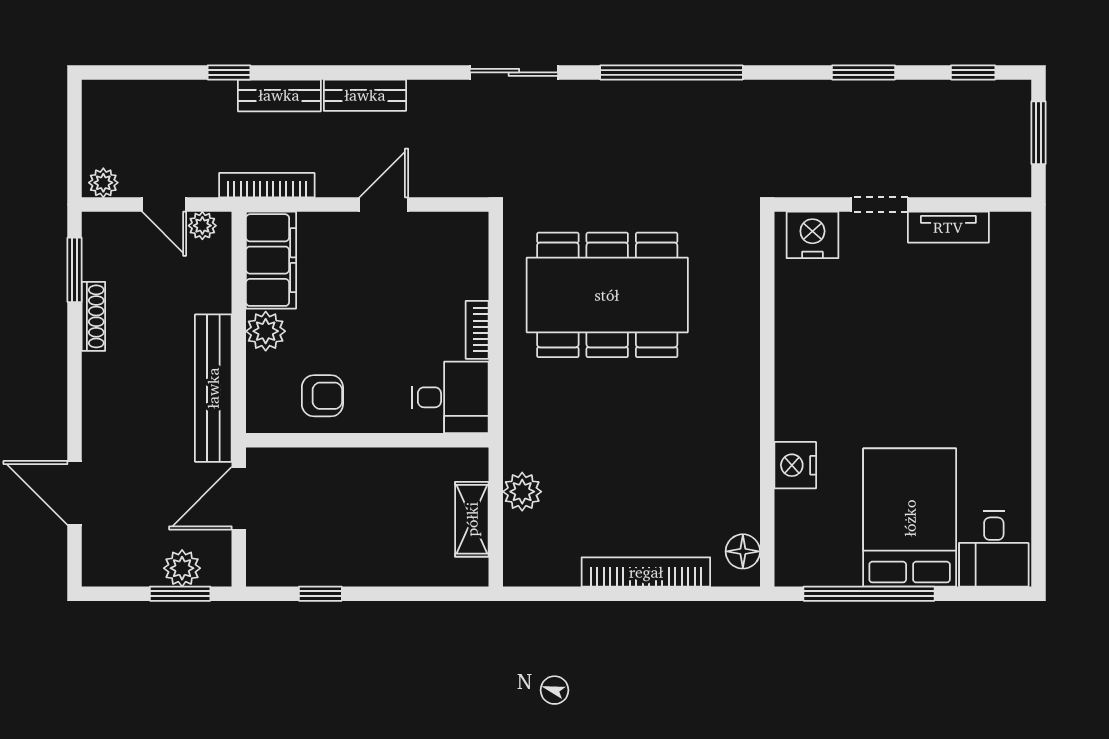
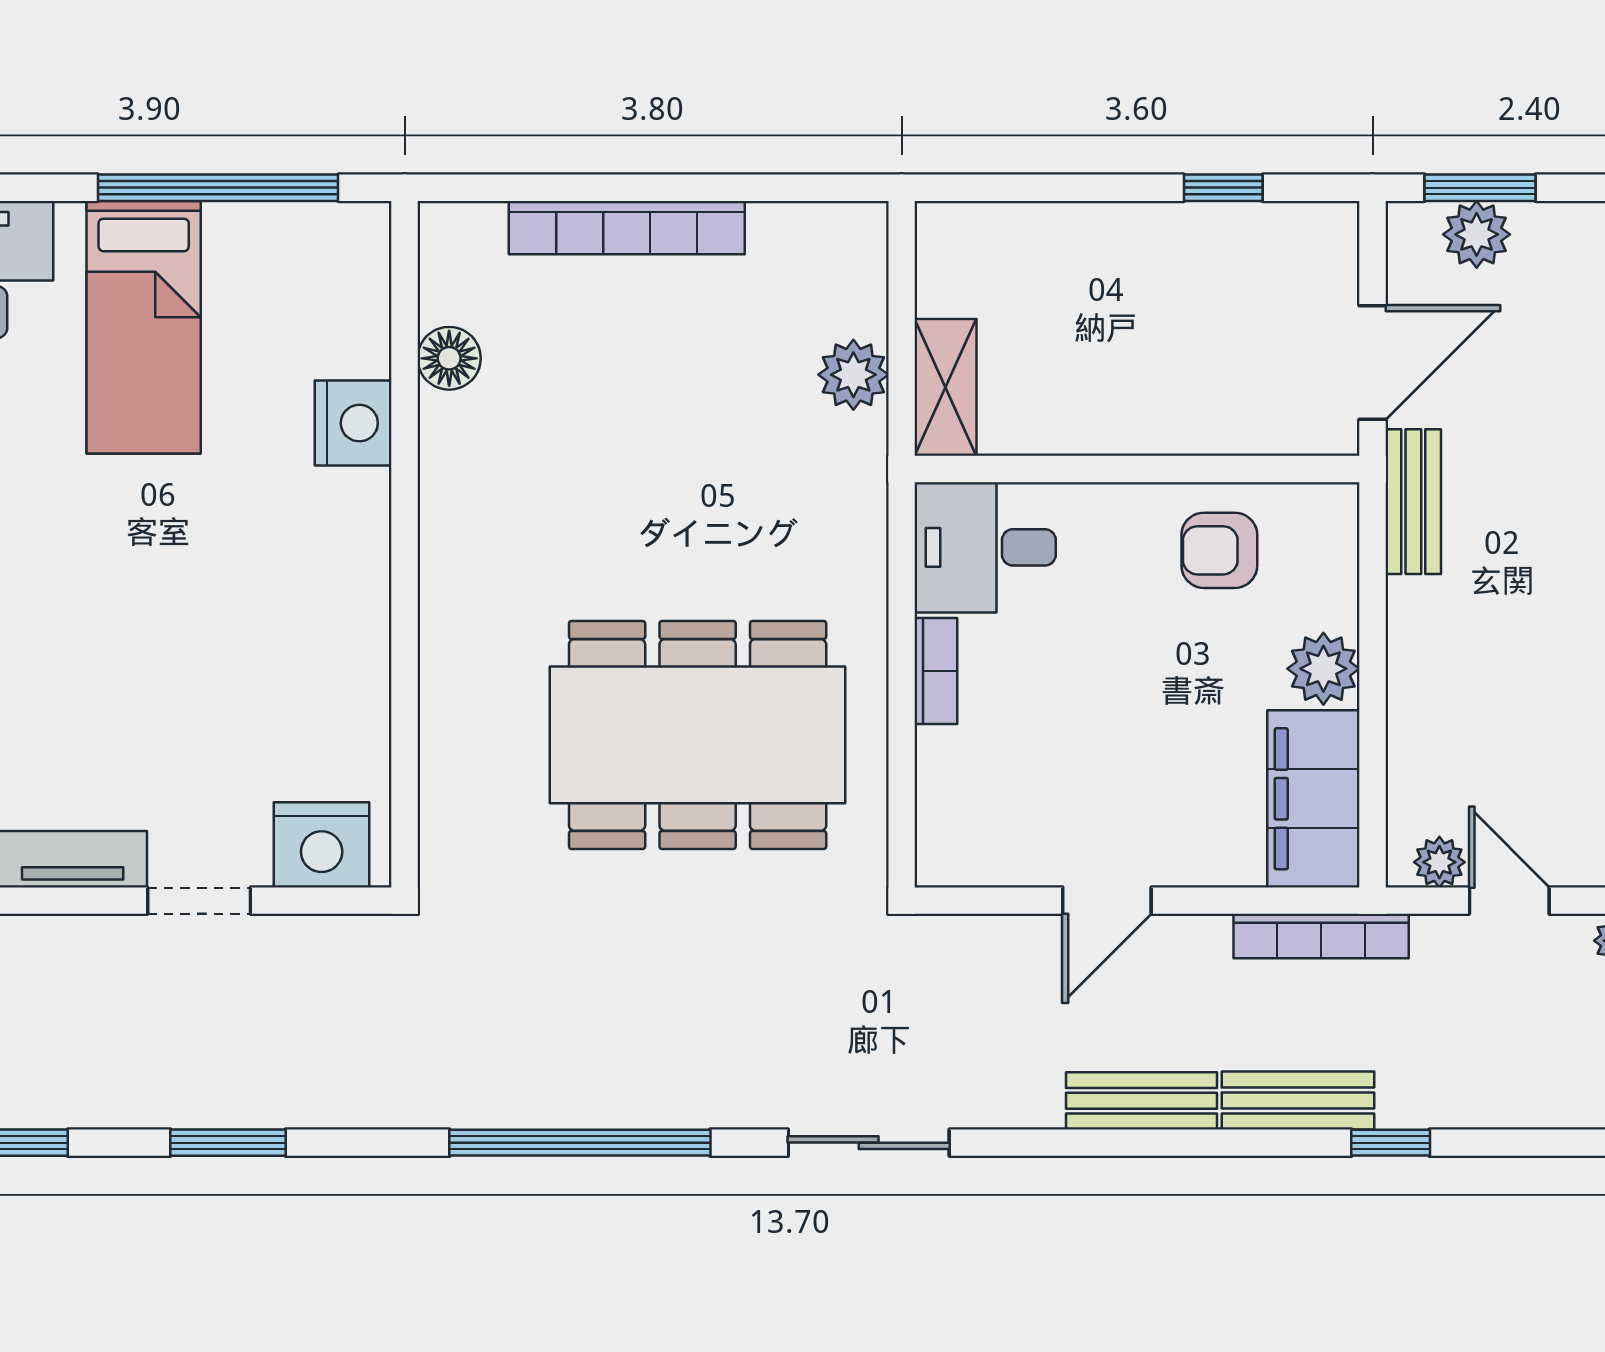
bench: (213, 388) -> (1413, 502), width x0.54, depth x0.82
bed: (910, 518) -> (144, 327), width x0.67
shelving: (472, 519) -> (946, 387), moved
floor lamp: (743, 551) -> (449, 358), moved

